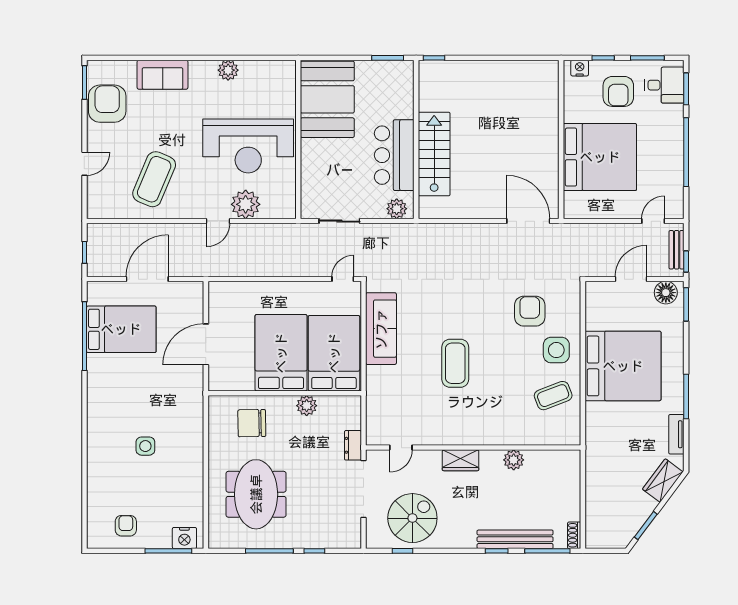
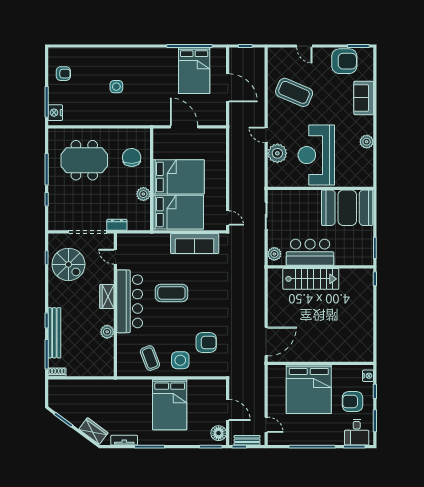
bed: (623, 366) -> (170, 405), width x0.73
bar counter: (468, 426) -> (130, 301), added

